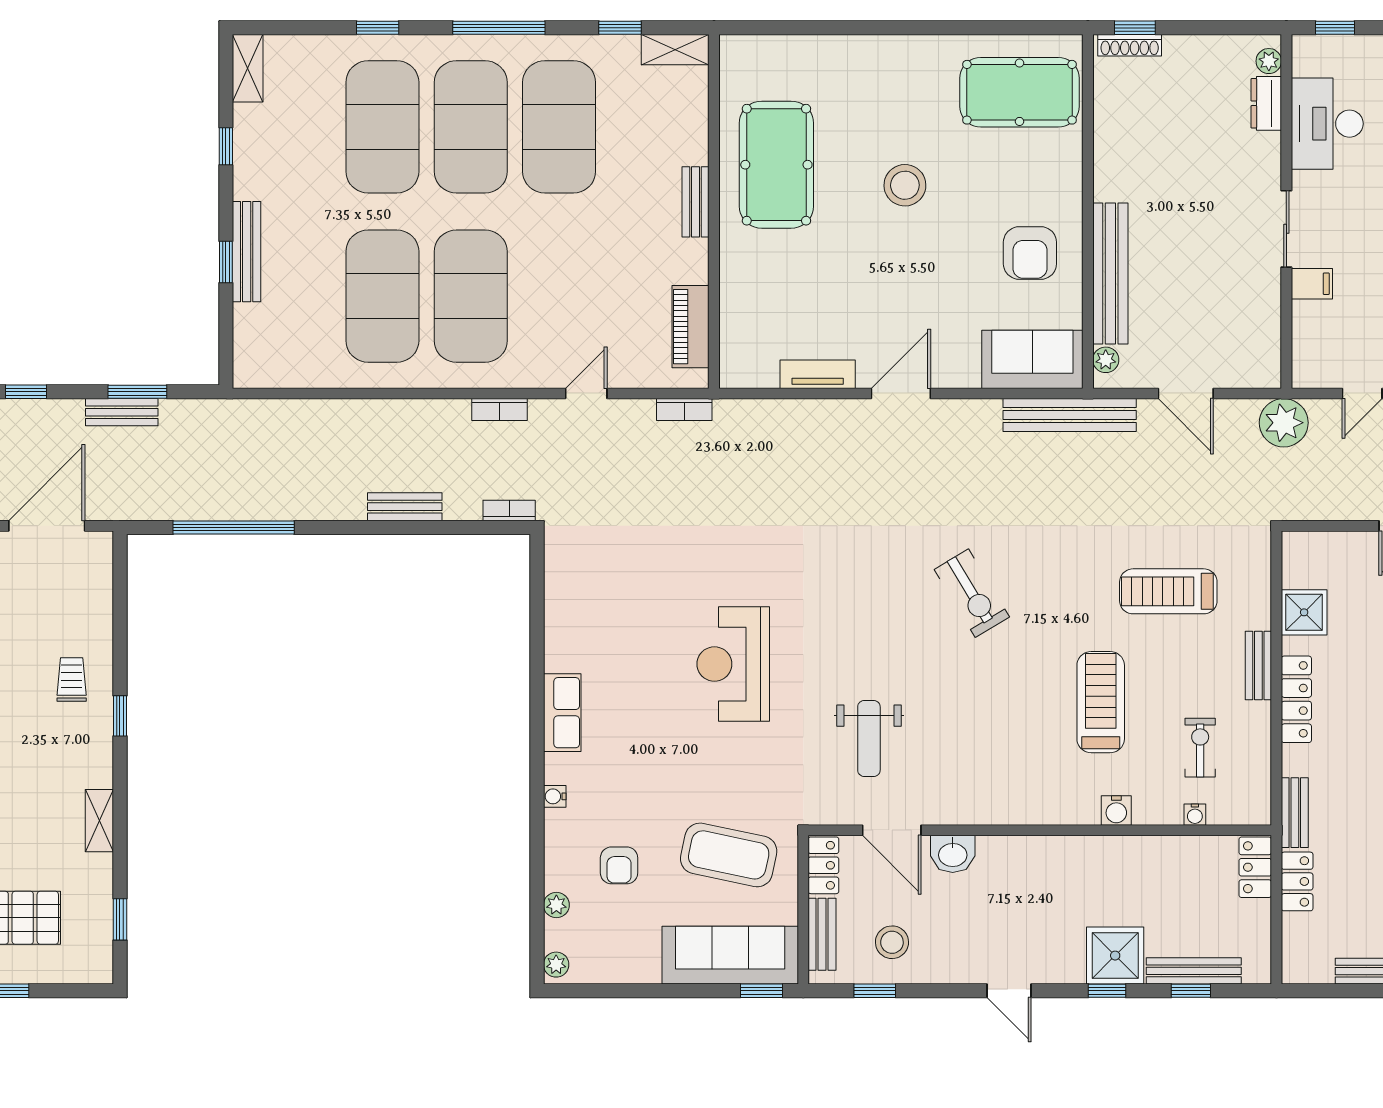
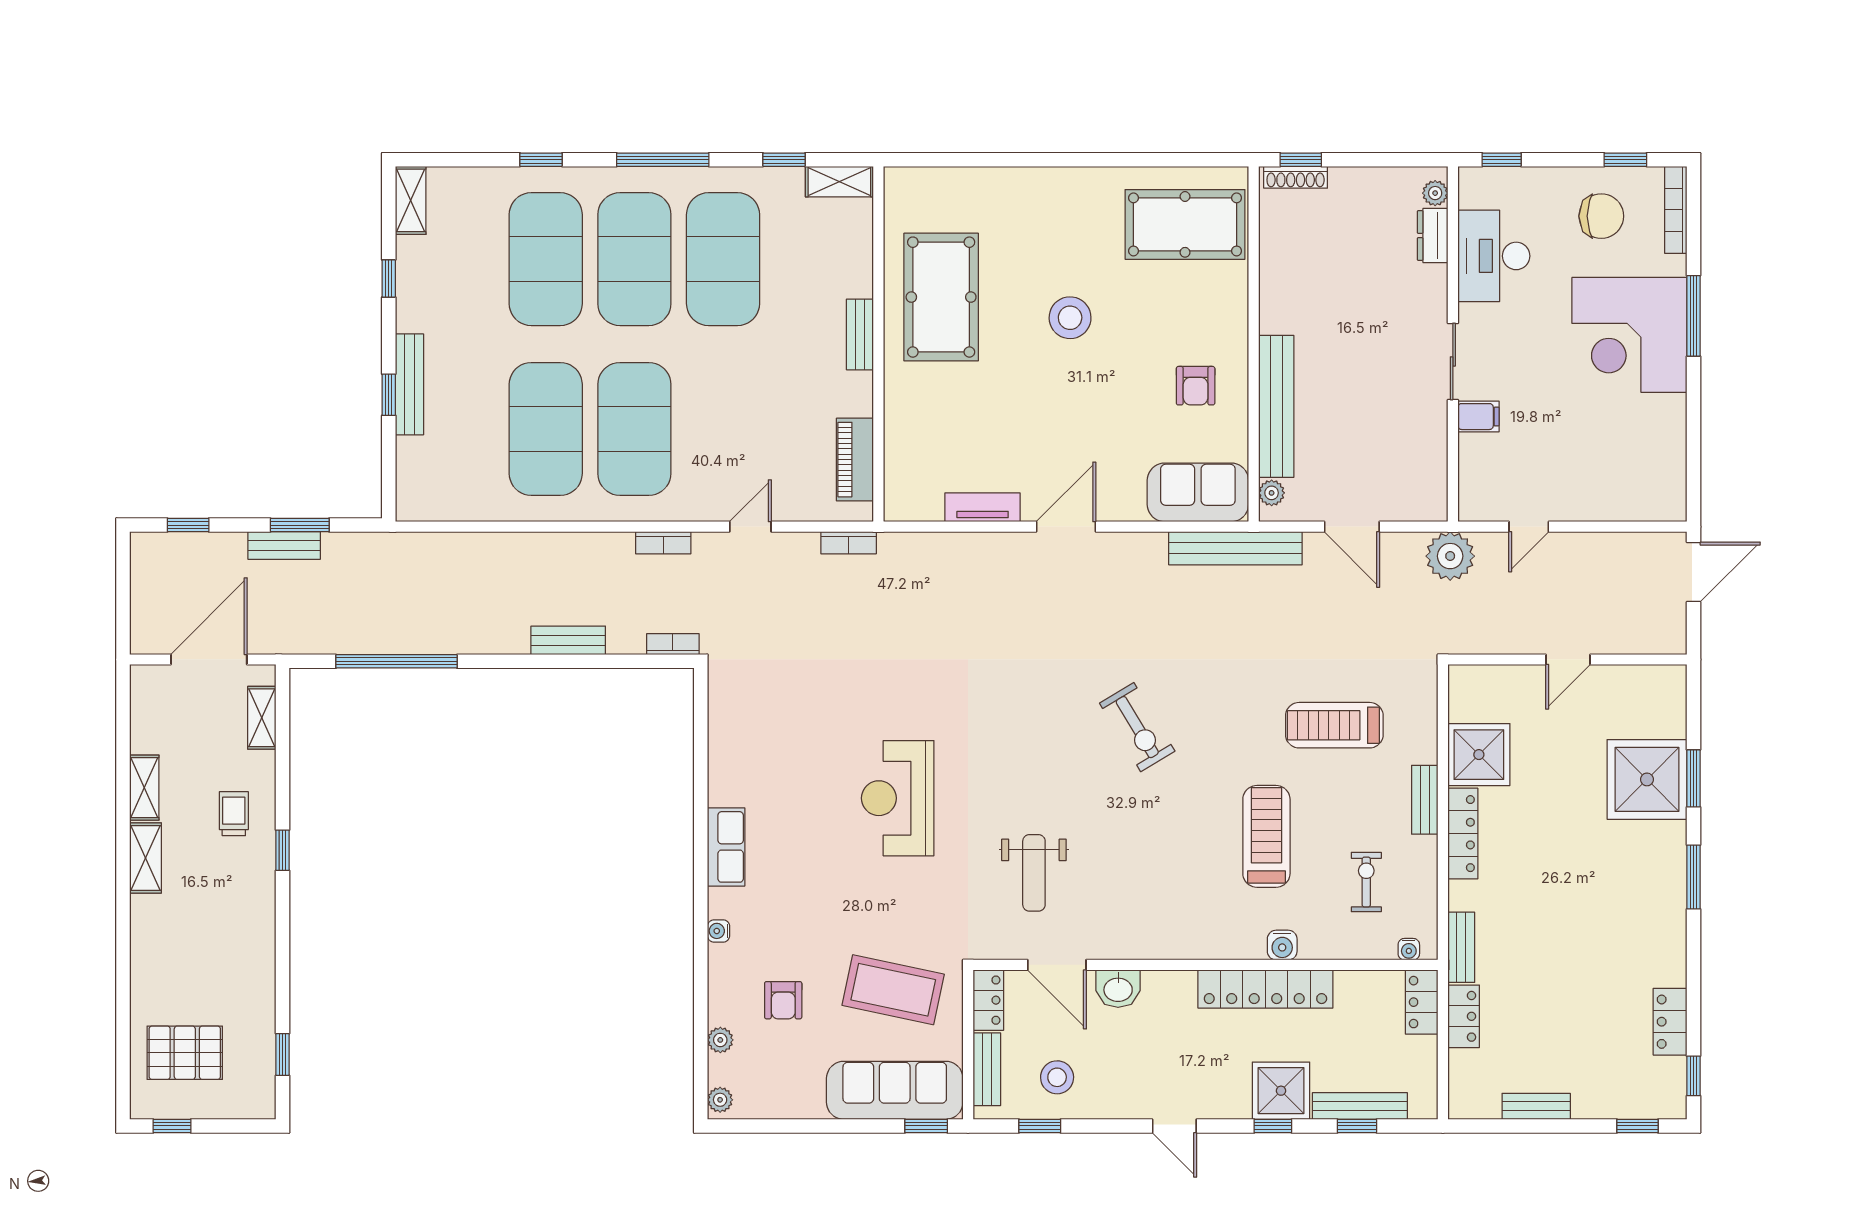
armchair: (1030, 253) -> (1196, 386), width x0.72, depth x0.72
shower: (1304, 612) -> (1479, 755), width x1.36, depth x1.36
water cooler: (1195, 815) -> (1409, 949), moved
shelving: (99, 821) -> (262, 718), moved
locker: (1100, 854) -> (1265, 989), added

